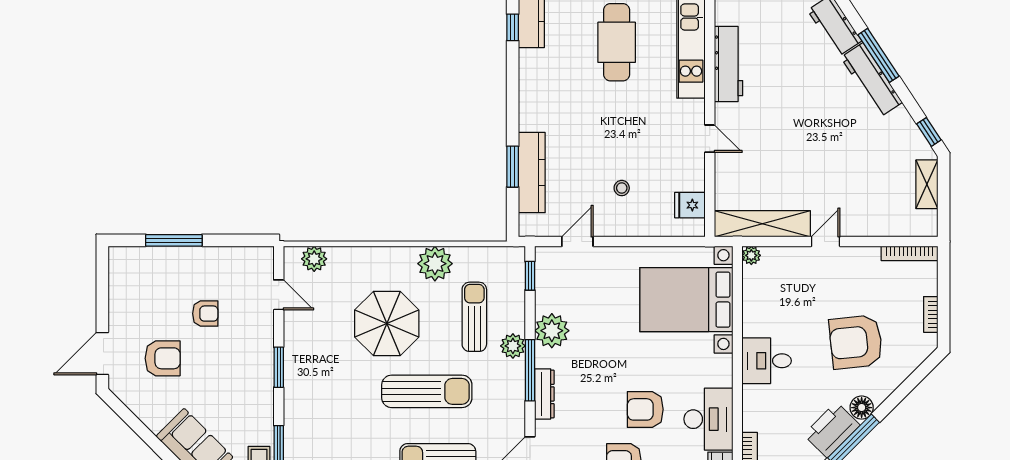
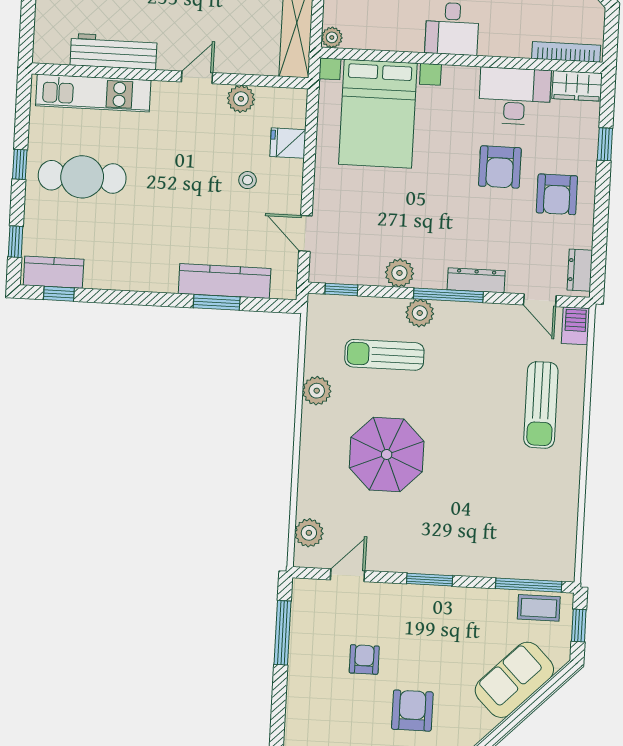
plant: (693, 178) -> (241, 99), added
fridge: (690, 205) -> (288, 143), moved, turned 90
window: (174, 240) -> (282, 633), moved
plant: (435, 264) -> (317, 391), width x0.73, depth x0.73
plant: (552, 331) -> (399, 273), width x0.73, depth x0.73
sun lounger: (427, 391) -> (466, 413), removed

